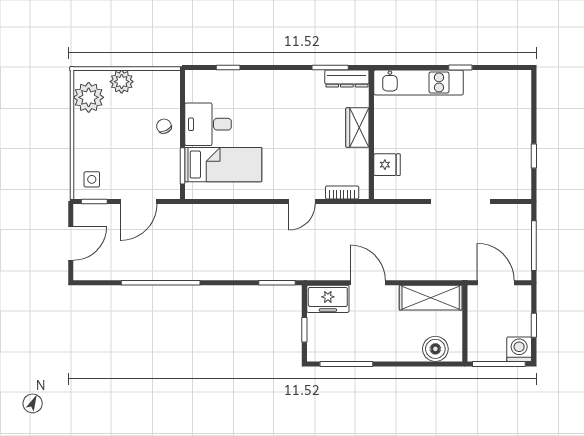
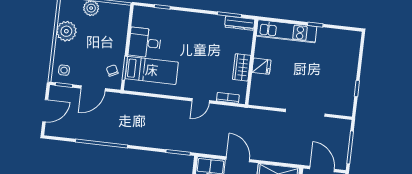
plant: (89, 97) -> (66, 31), moved
chair: (164, 126) -> (112, 70), moved
wardrobe: (357, 127) -> (242, 67), moved
fridge: (387, 165) -> (261, 66), moved

